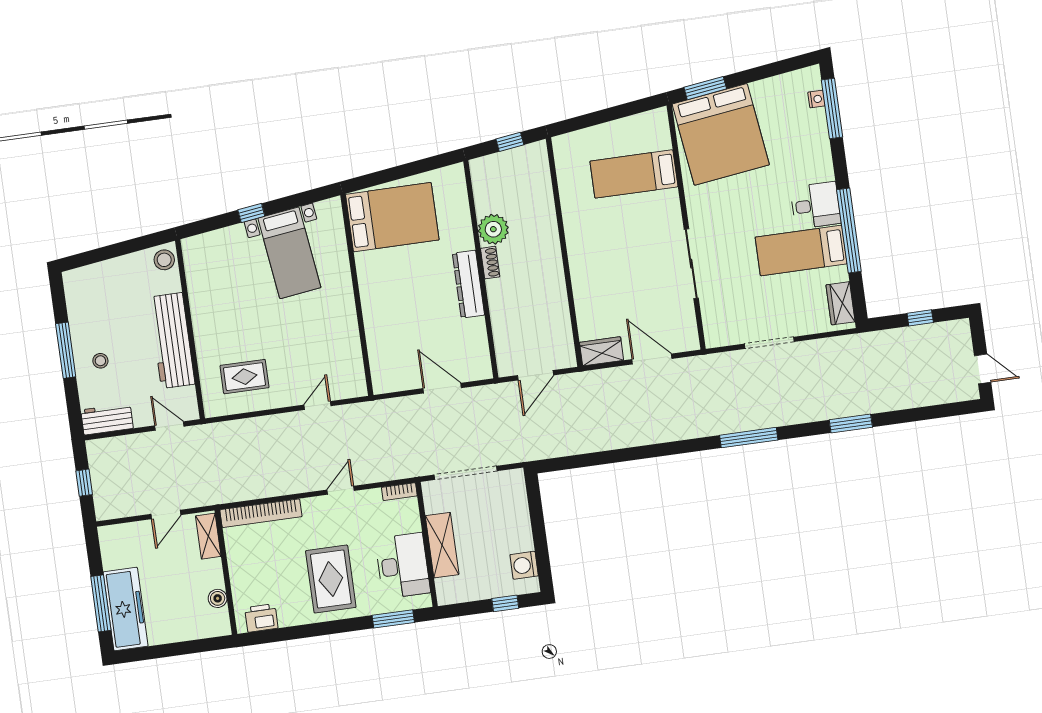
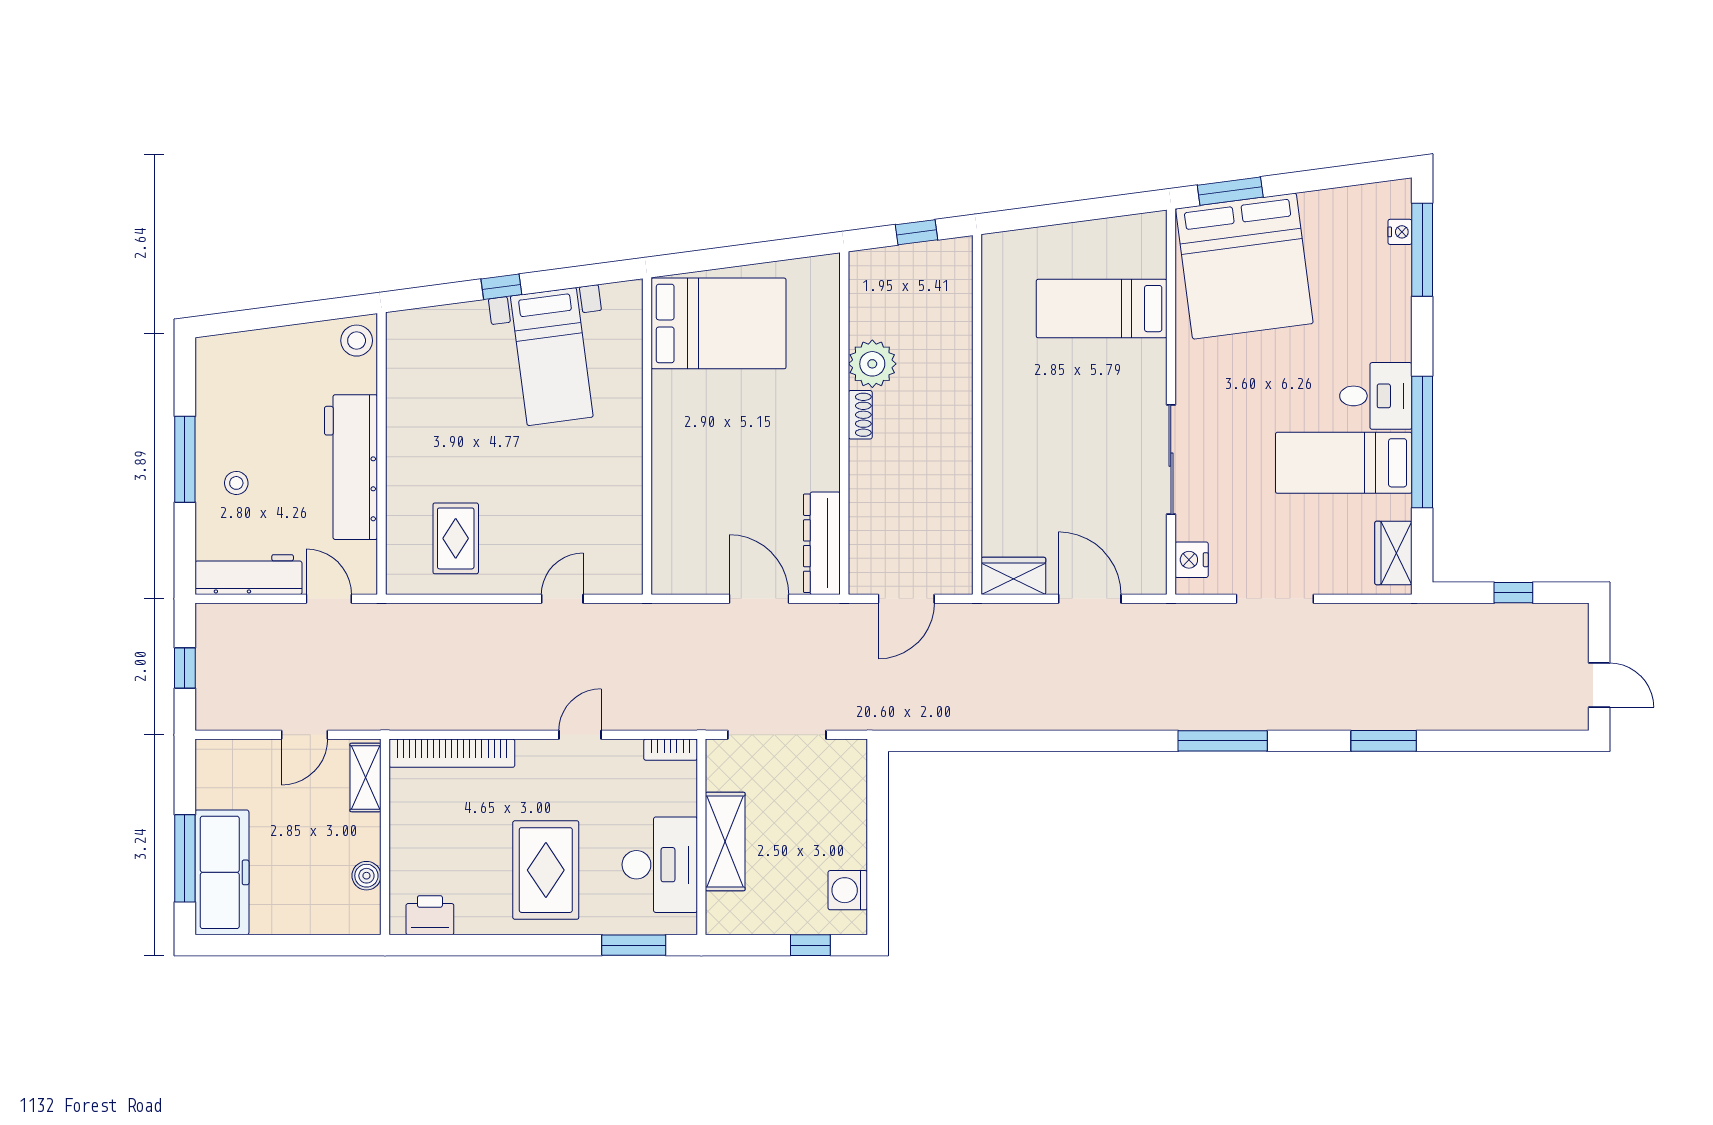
dresser: (468, 284) -> (822, 543), moved
nightstand: (713, 325) -> (1192, 560), added
rug: (244, 377) -> (456, 538), turned 90
workbench: (107, 419) -> (248, 575), width x1.38

